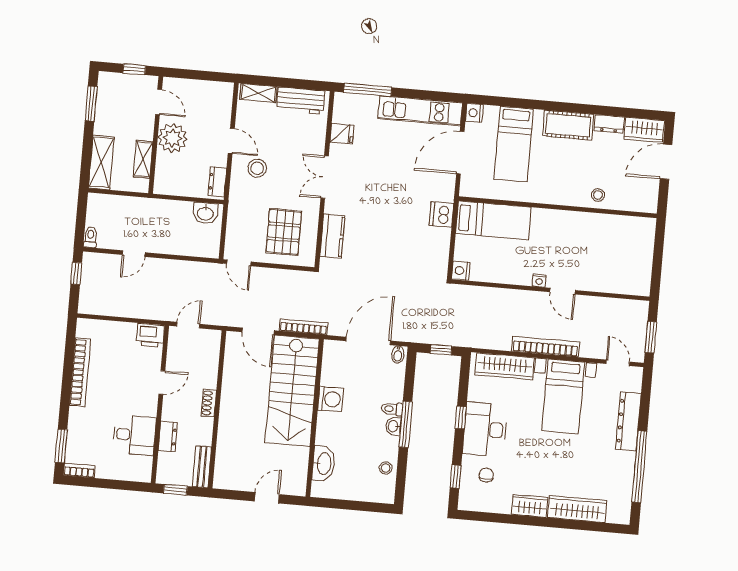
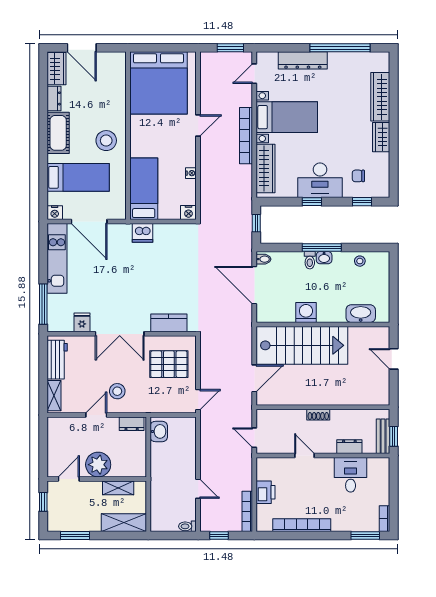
double door: (325, 177) -> (120, 334), width x1.37
stool: (598, 195) -> (106, 141), moved, width x1.89, depth x1.89
bed: (617, 249) -> (158, 83), added
nightstand: (539, 281) -> (191, 173), moved
bookcase: (304, 327) -> (247, 511), moved
printer: (150, 335) -> (266, 492), moved
bench: (202, 467) -> (383, 436), moved, turned 90

